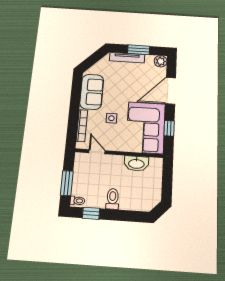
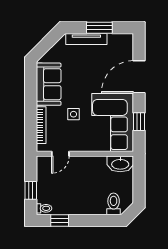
plant: (161, 61) -> (126, 41), removed
door: (97, 152) -> (60, 154), swing flipped
washbasin: (136, 163) -> (120, 164), moved
window: (67, 183) -> (31, 190), width x0.67
toilet: (113, 199) -> (114, 204), moved

